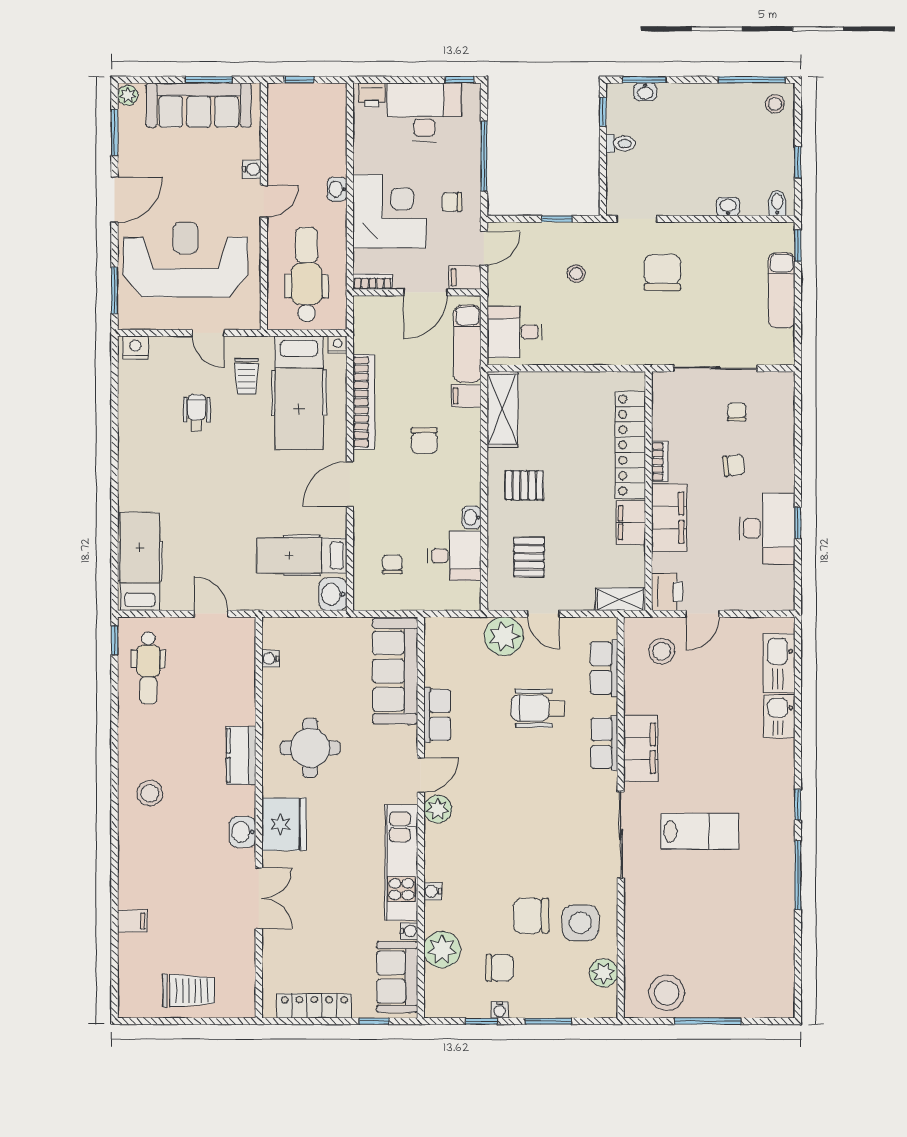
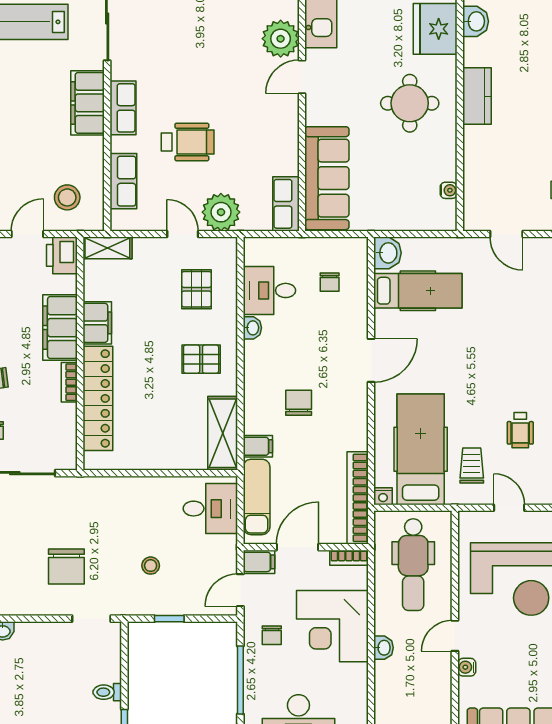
chair: (452, 202) -> (272, 635), turned 90
bookcase: (364, 402) -> (358, 498), moved
row of seats: (437, 715) -> (286, 204), moved
plant: (438, 809) -> (281, 39), width x1.36, depth x1.36

